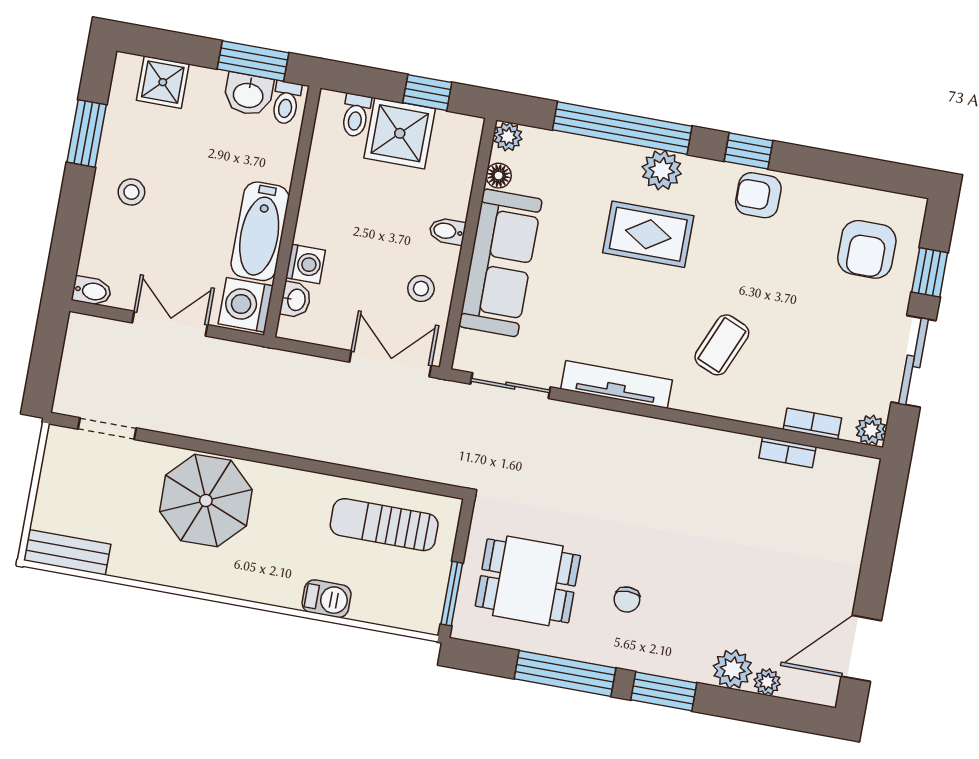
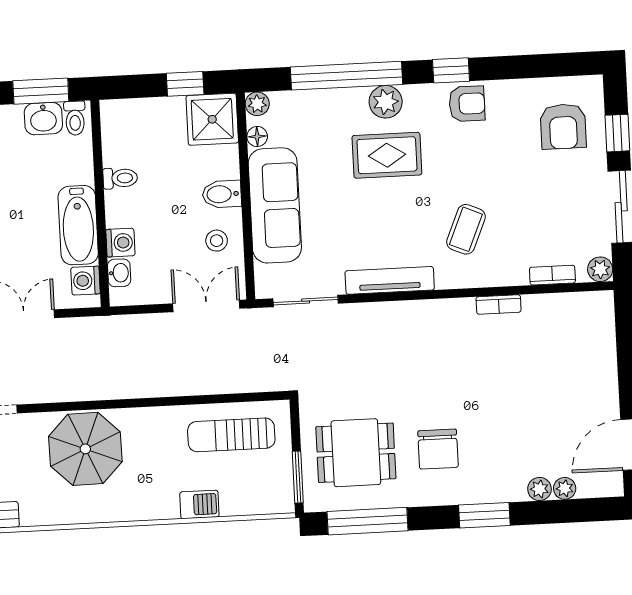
toilet: (356, 115) -> (120, 178), moved, turned -90
shower: (400, 133) -> (212, 119), moved
armchair: (758, 195) -> (467, 104), turned 180
bidet: (447, 231) -> (222, 194), width x1.38, depth x1.36
washing machine: (246, 305) -> (86, 281), width x0.73, depth x0.73
bookcase: (787, 452) -> (499, 304), moved
chair: (627, 599) -> (438, 449), width x1.87, depth x1.87
plant: (733, 669) -> (539, 489), width x0.73, depth x0.73
window: (565, 673) -> (368, 521), moved

